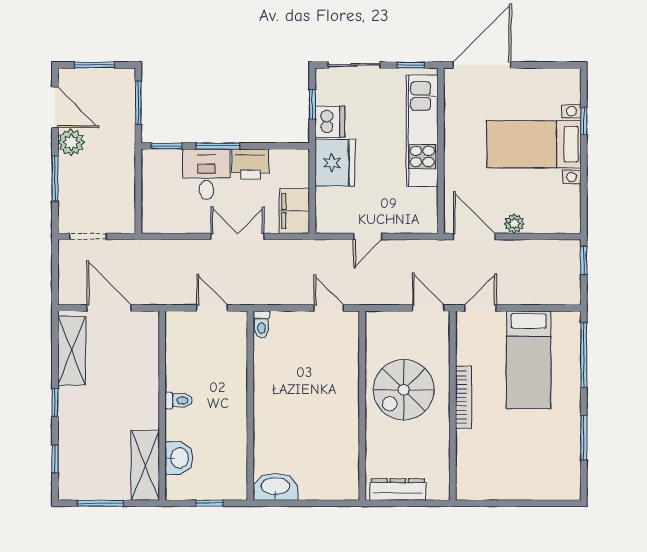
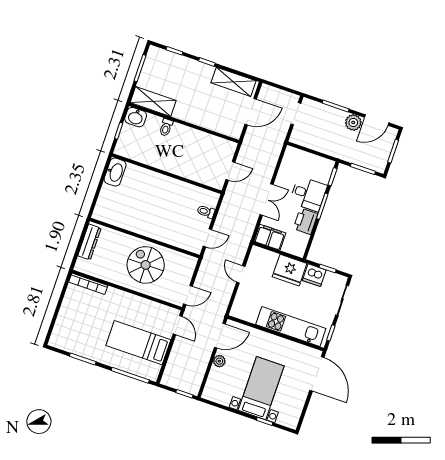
toilet: (261, 324) -> (206, 212), moved
bookcase: (464, 397) -> (88, 284), moved
toilet: (179, 400) -> (166, 127), moved
washbasin: (179, 458) -> (136, 117), moved

